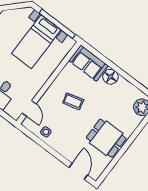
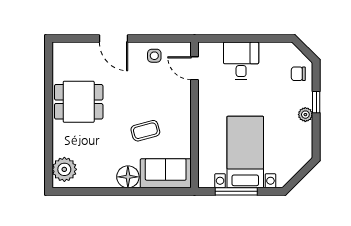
window: (57, 24) -> (236, 191), width x0.68
coffee table: (73, 101) -> (145, 131), moved
door: (78, 171) -> (114, 39), moved

